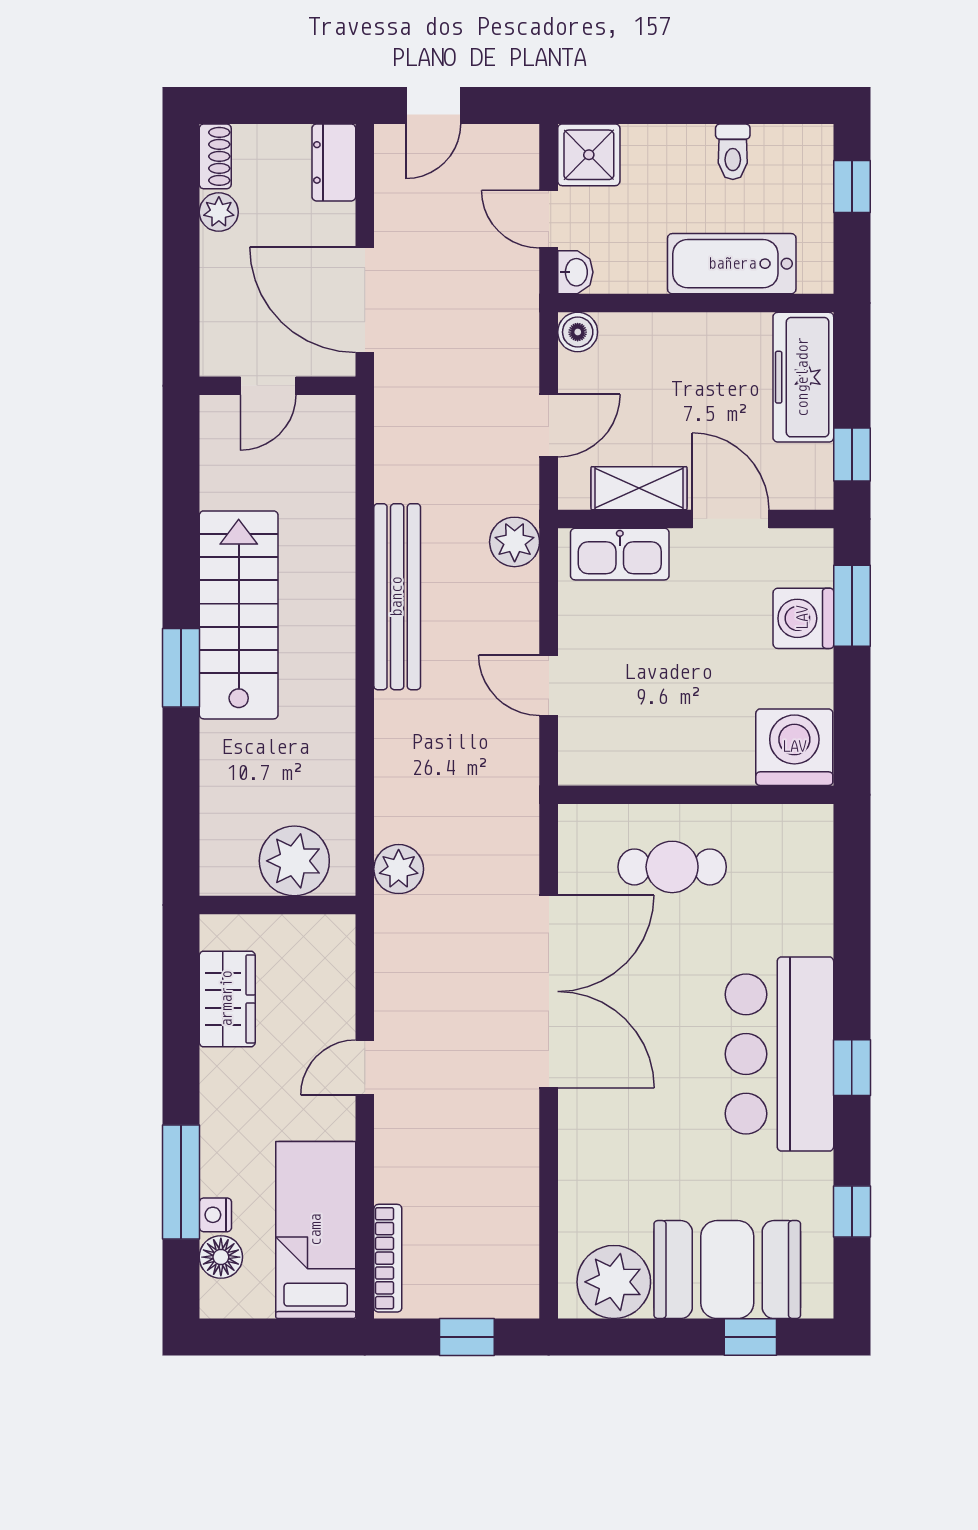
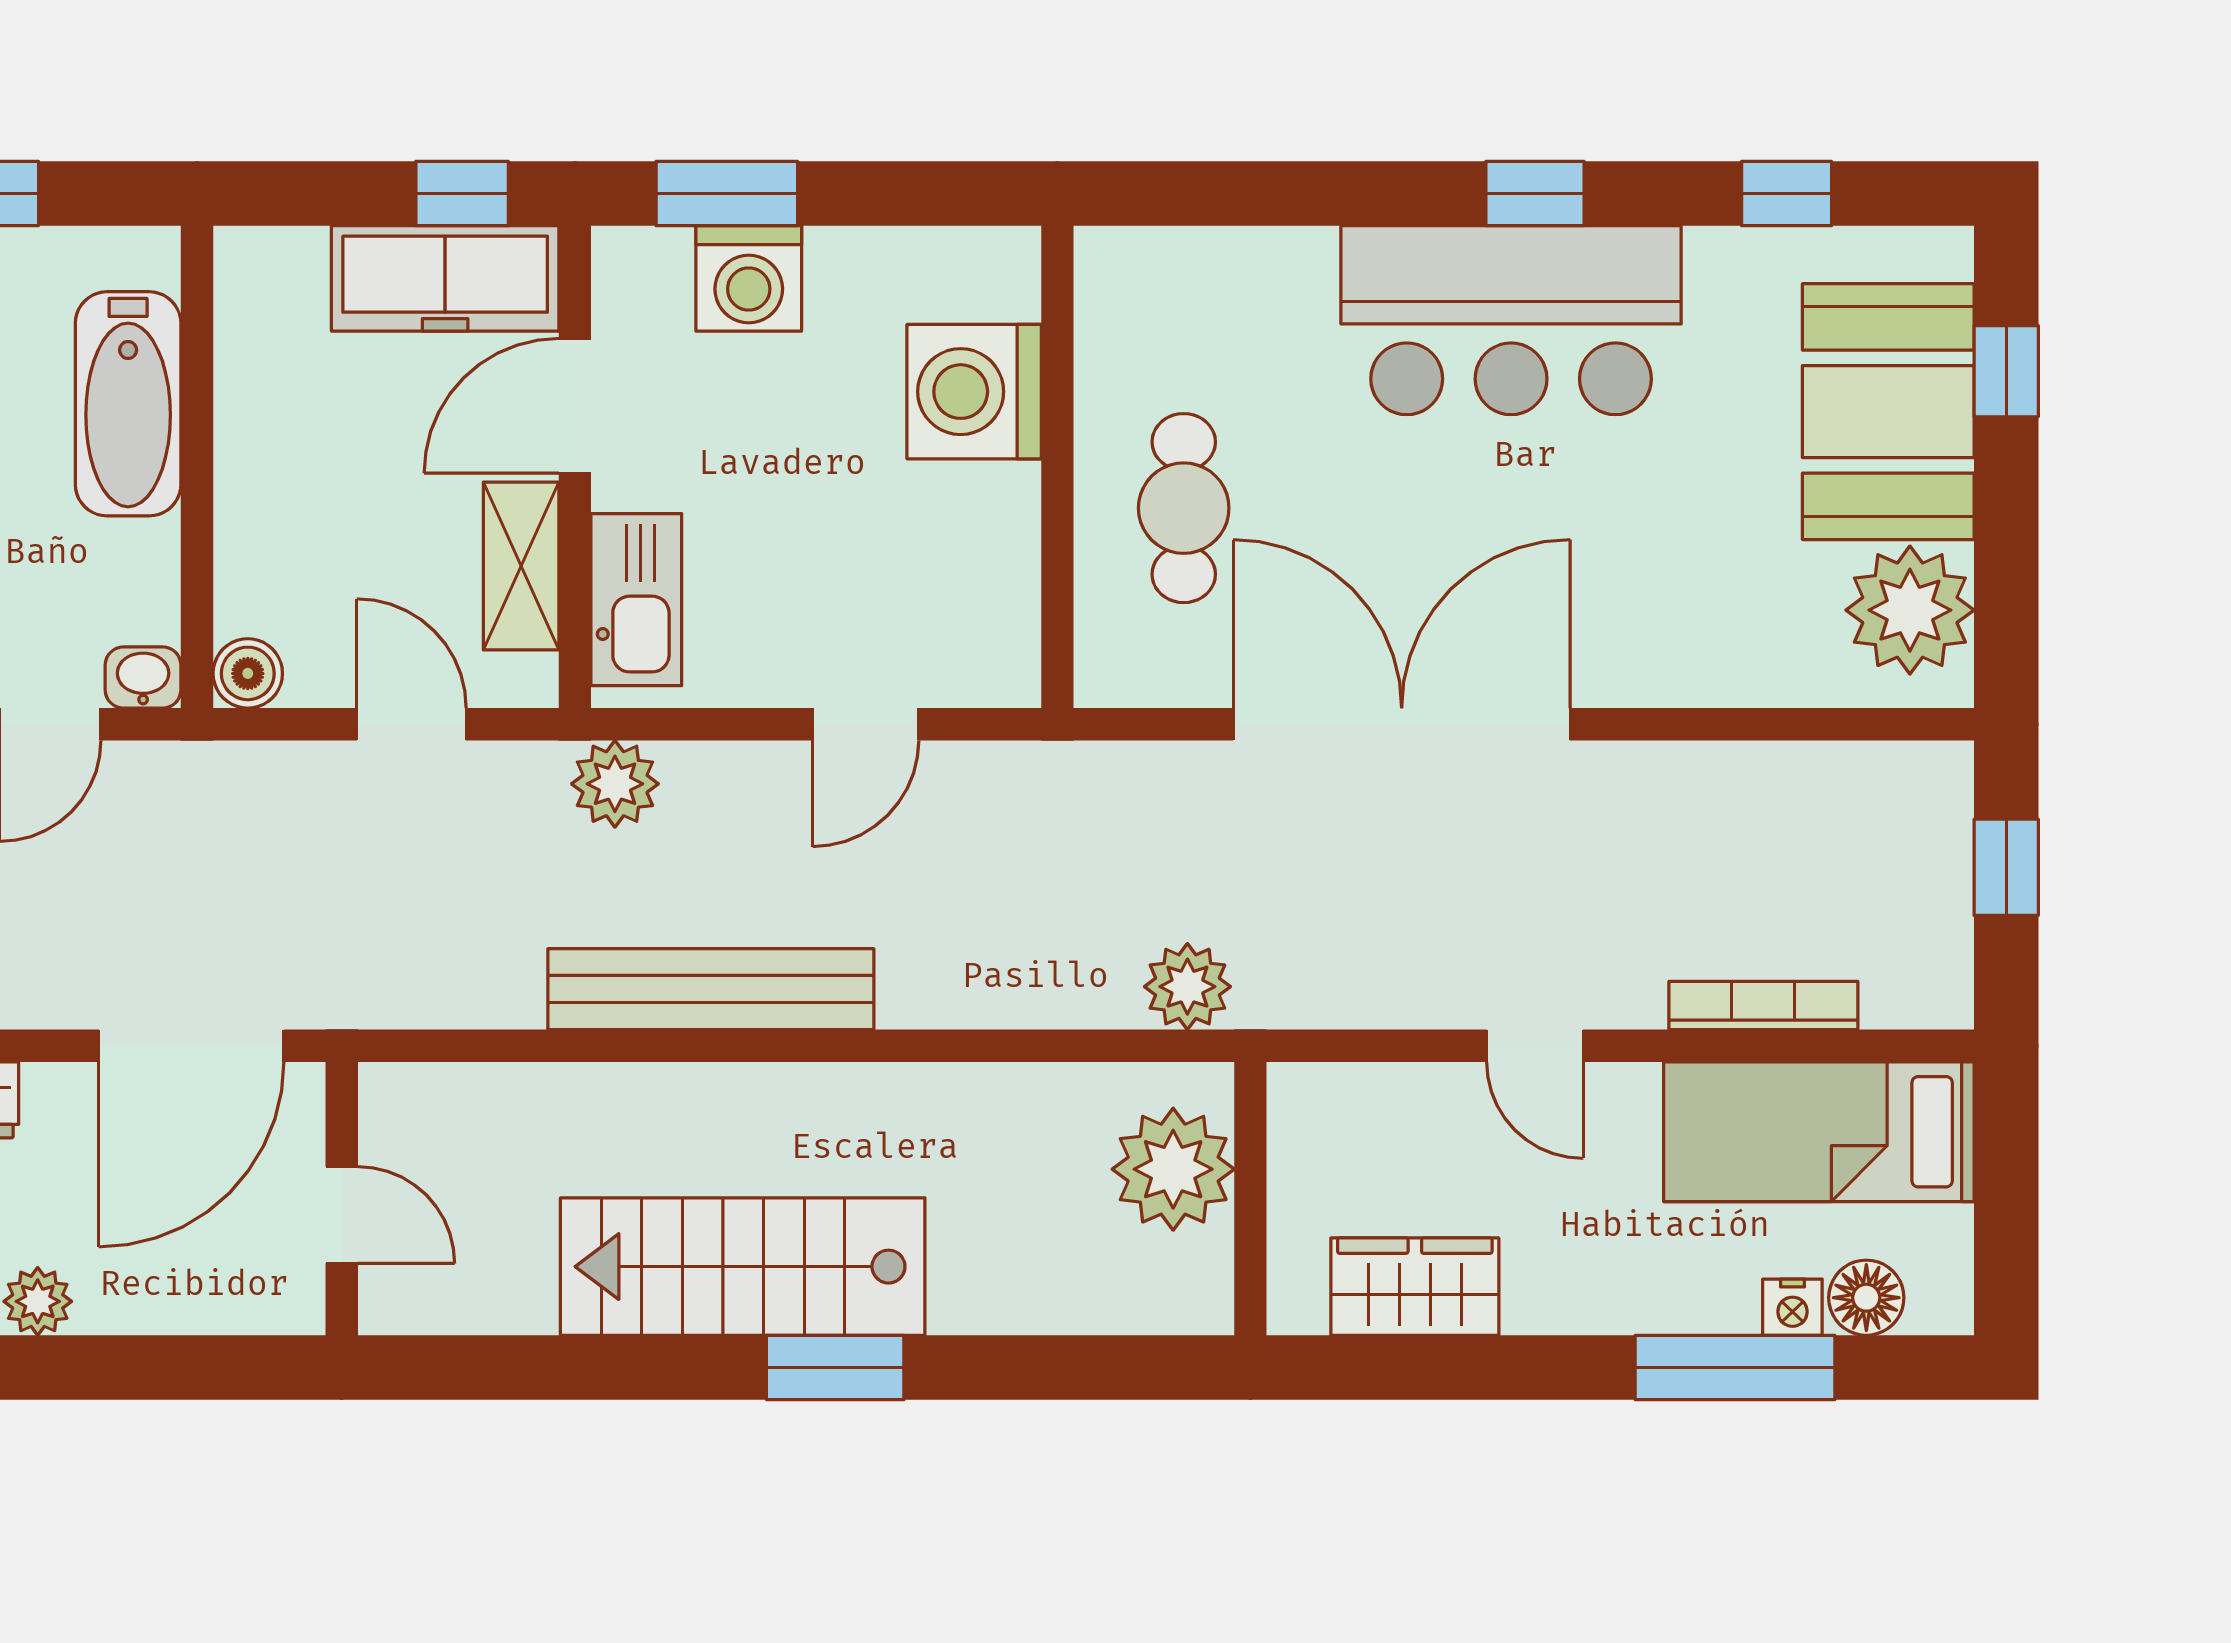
freezer: (803, 377) -> (445, 278), moved
washing machine: (794, 747) -> (974, 392), moved
bookcase: (388, 1258) -> (1763, 1006), moved

